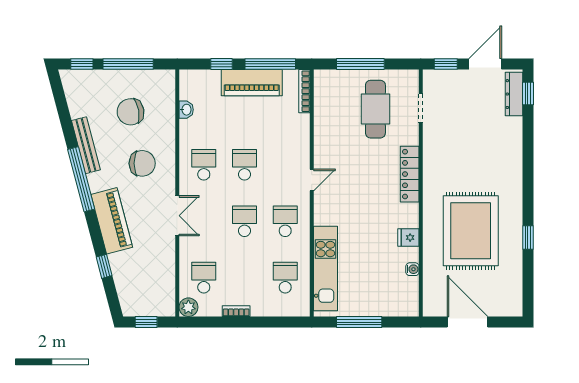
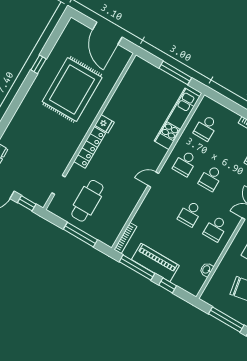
fridge: (408, 238) -> (104, 124), moved
water cooler: (412, 269) -> (123, 87), removed

